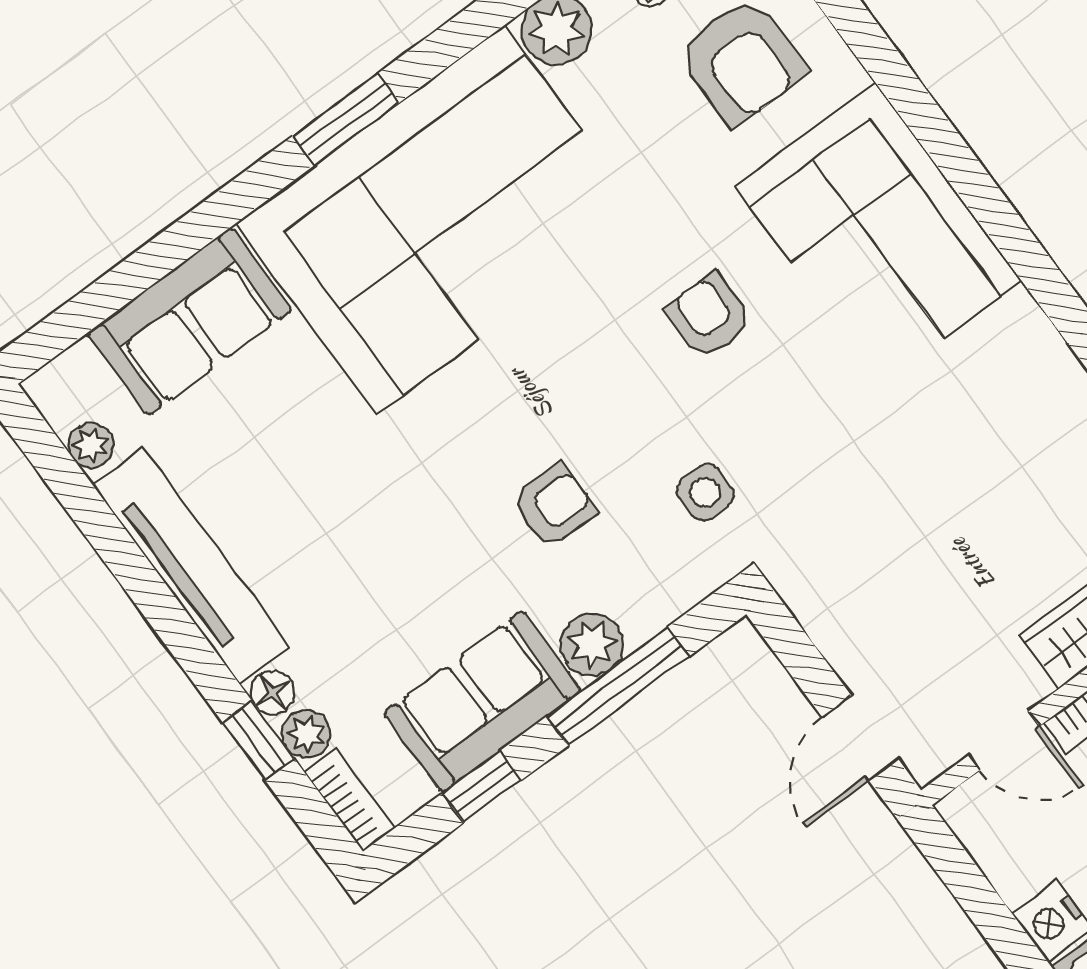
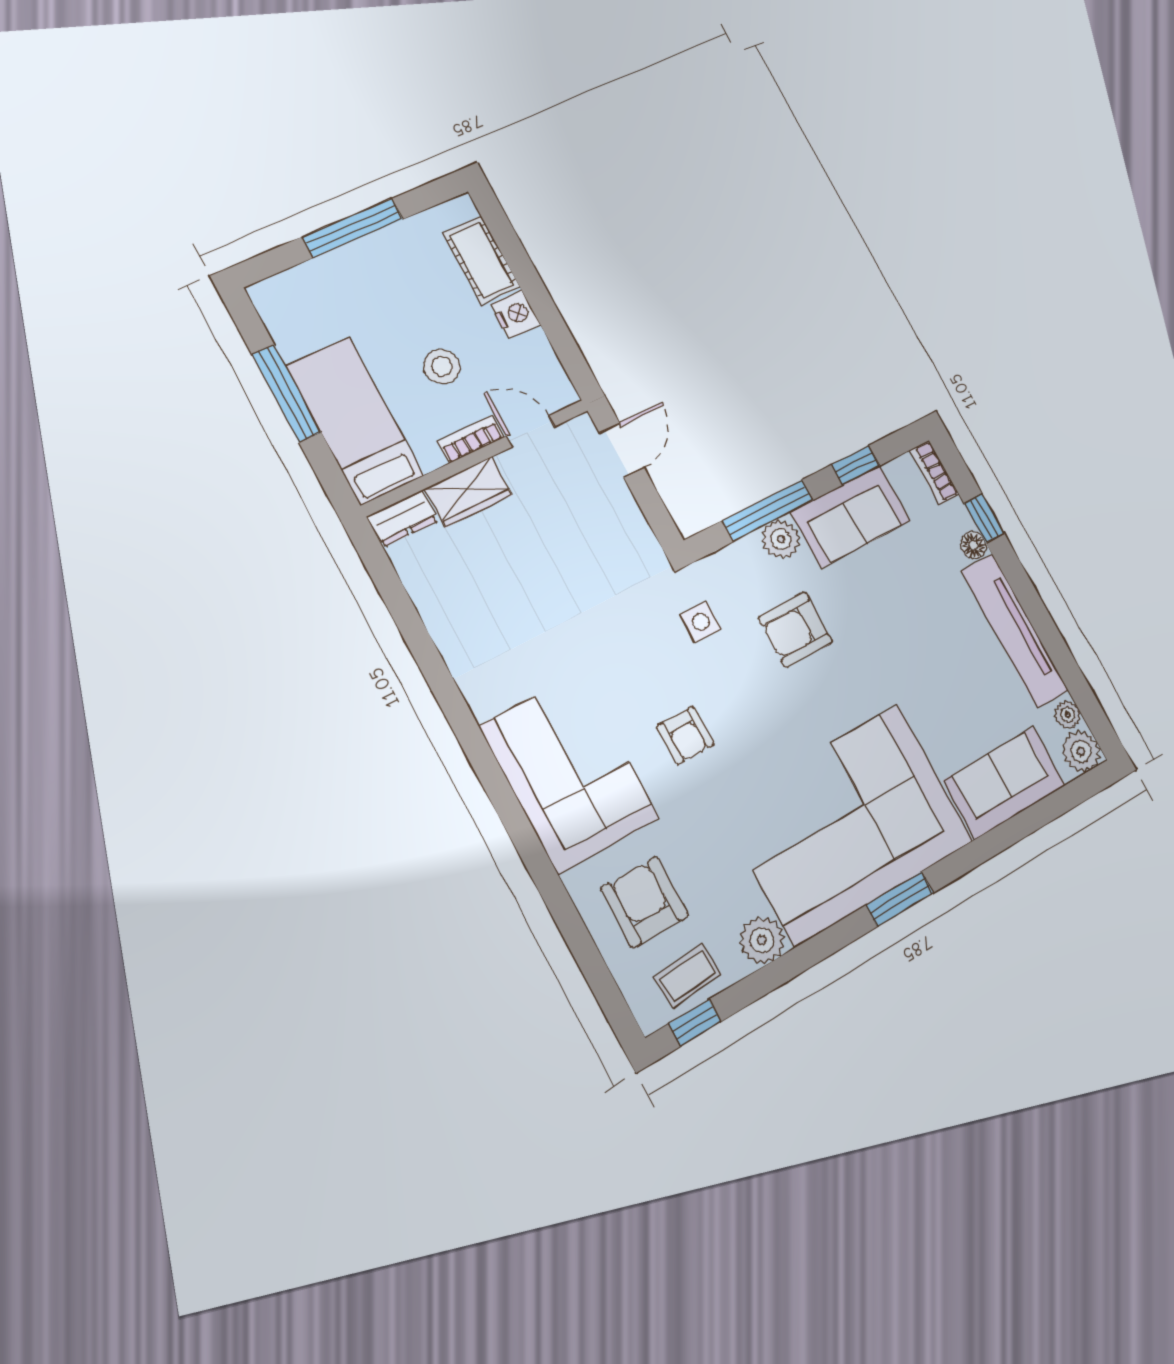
armchair: (554, 506) -> (795, 630), width x1.38, depth x1.38
plant: (306, 734) -> (1081, 751), moved, width x1.38, depth x1.38

